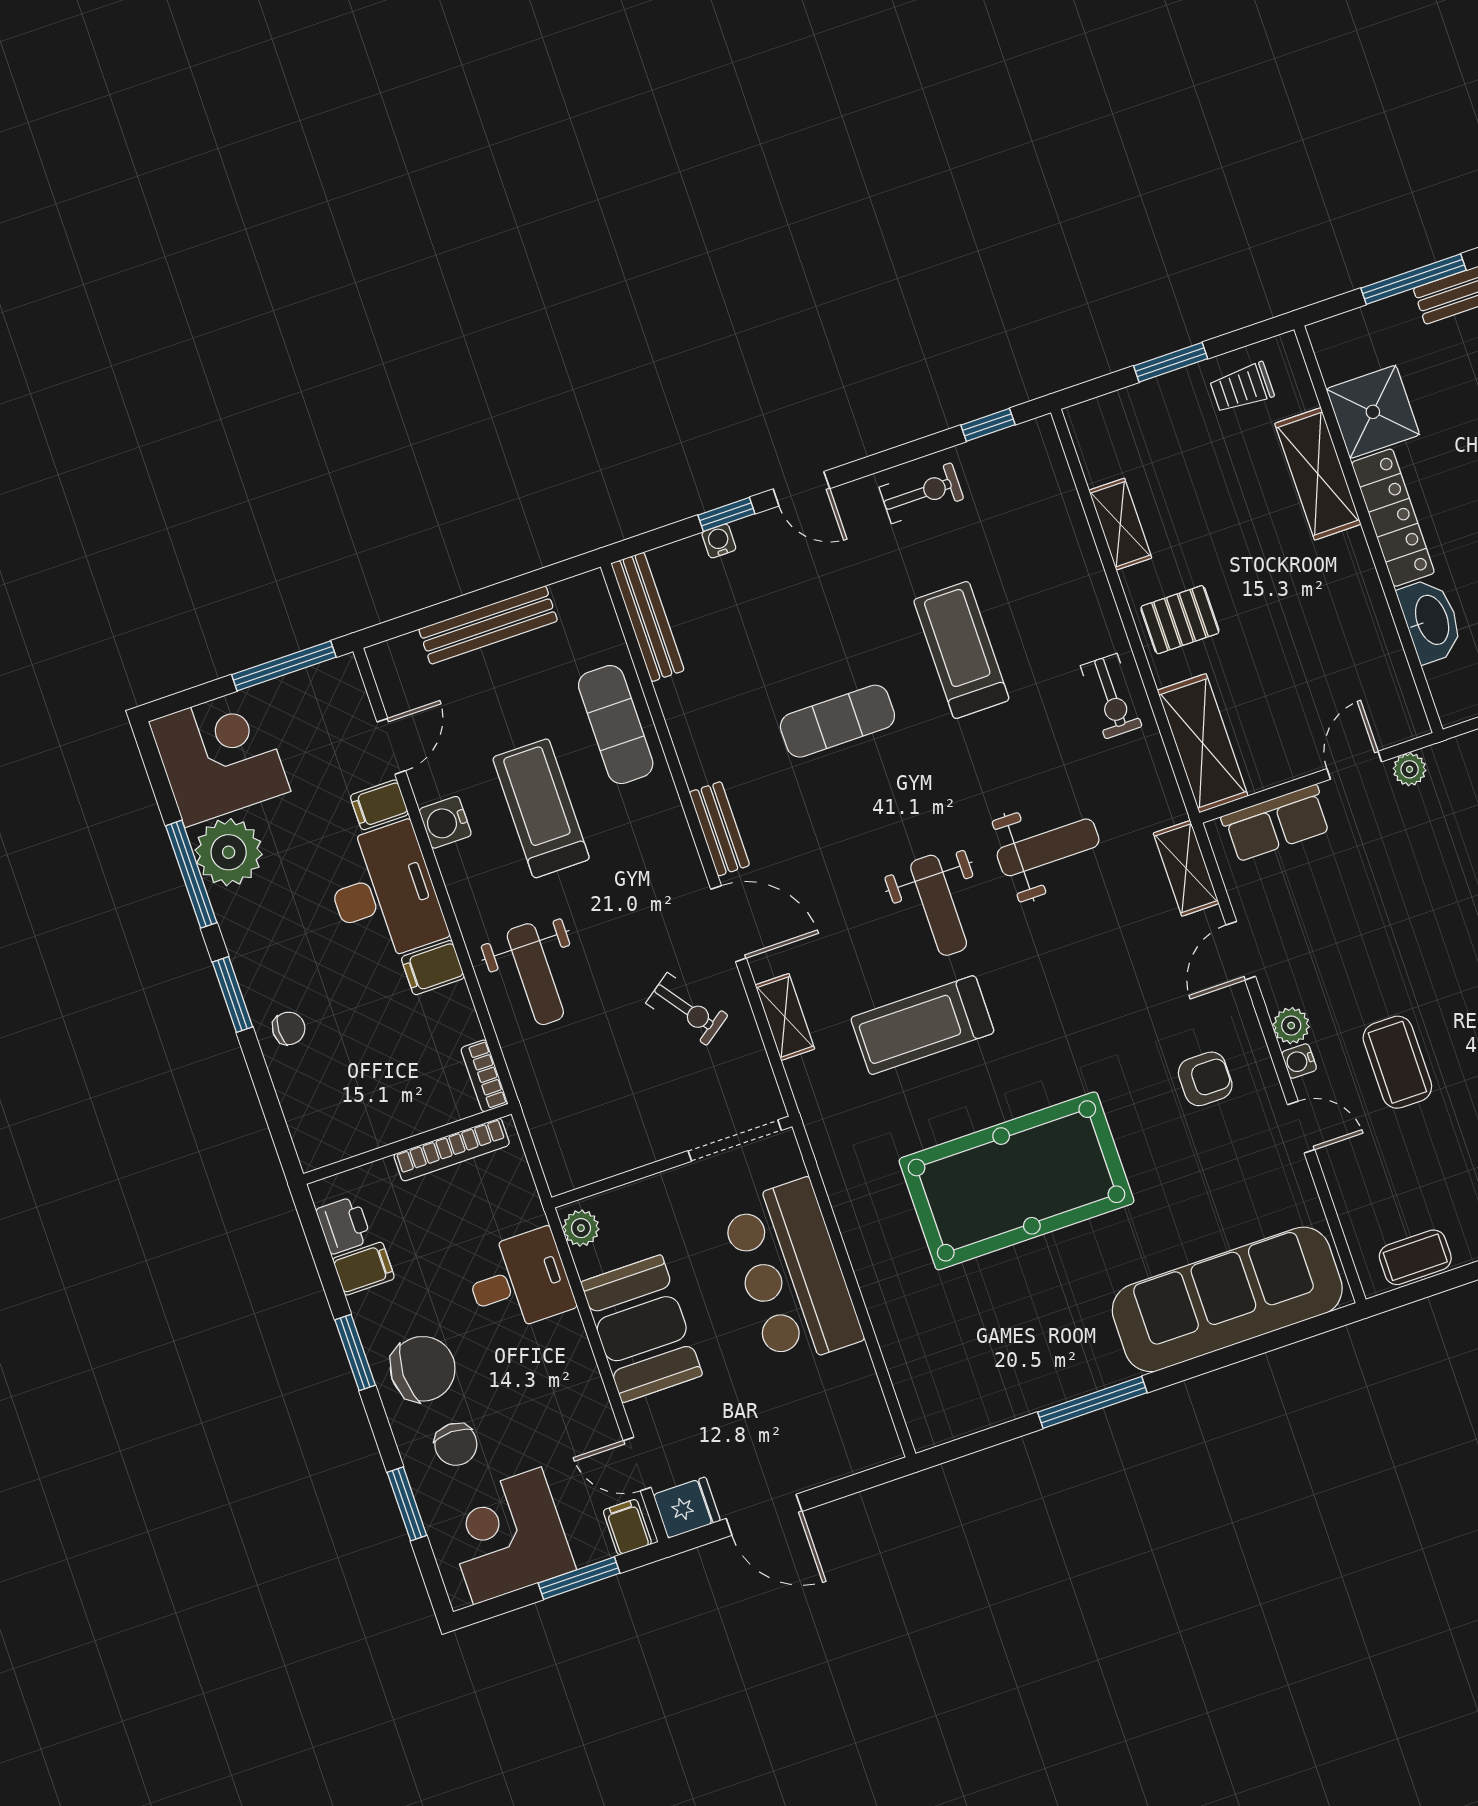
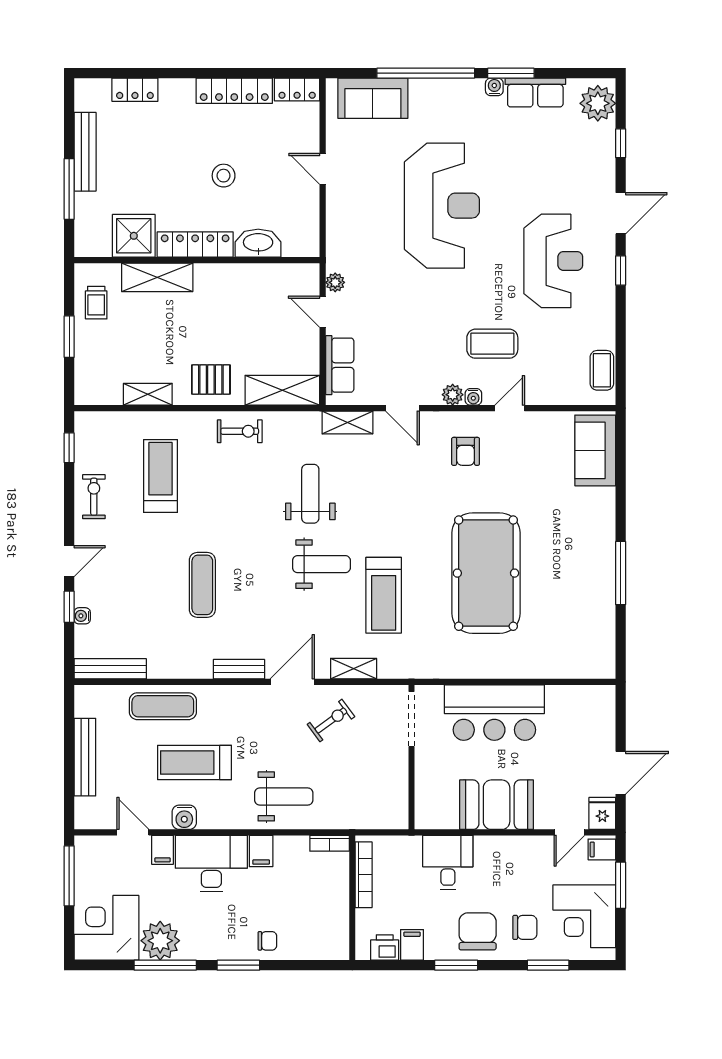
pallet: (1180, 620) -> (211, 380), turned 90
treadmill: (961, 650) -> (161, 476), moved, turned 90
chair: (289, 1028) -> (267, 941), turned 90
armchair: (1205, 1079) -> (466, 451), turned 180
plant: (581, 1228) -> (430, 819), removed
sofa: (1227, 1299) -> (595, 450), width x0.54, depth x0.79

